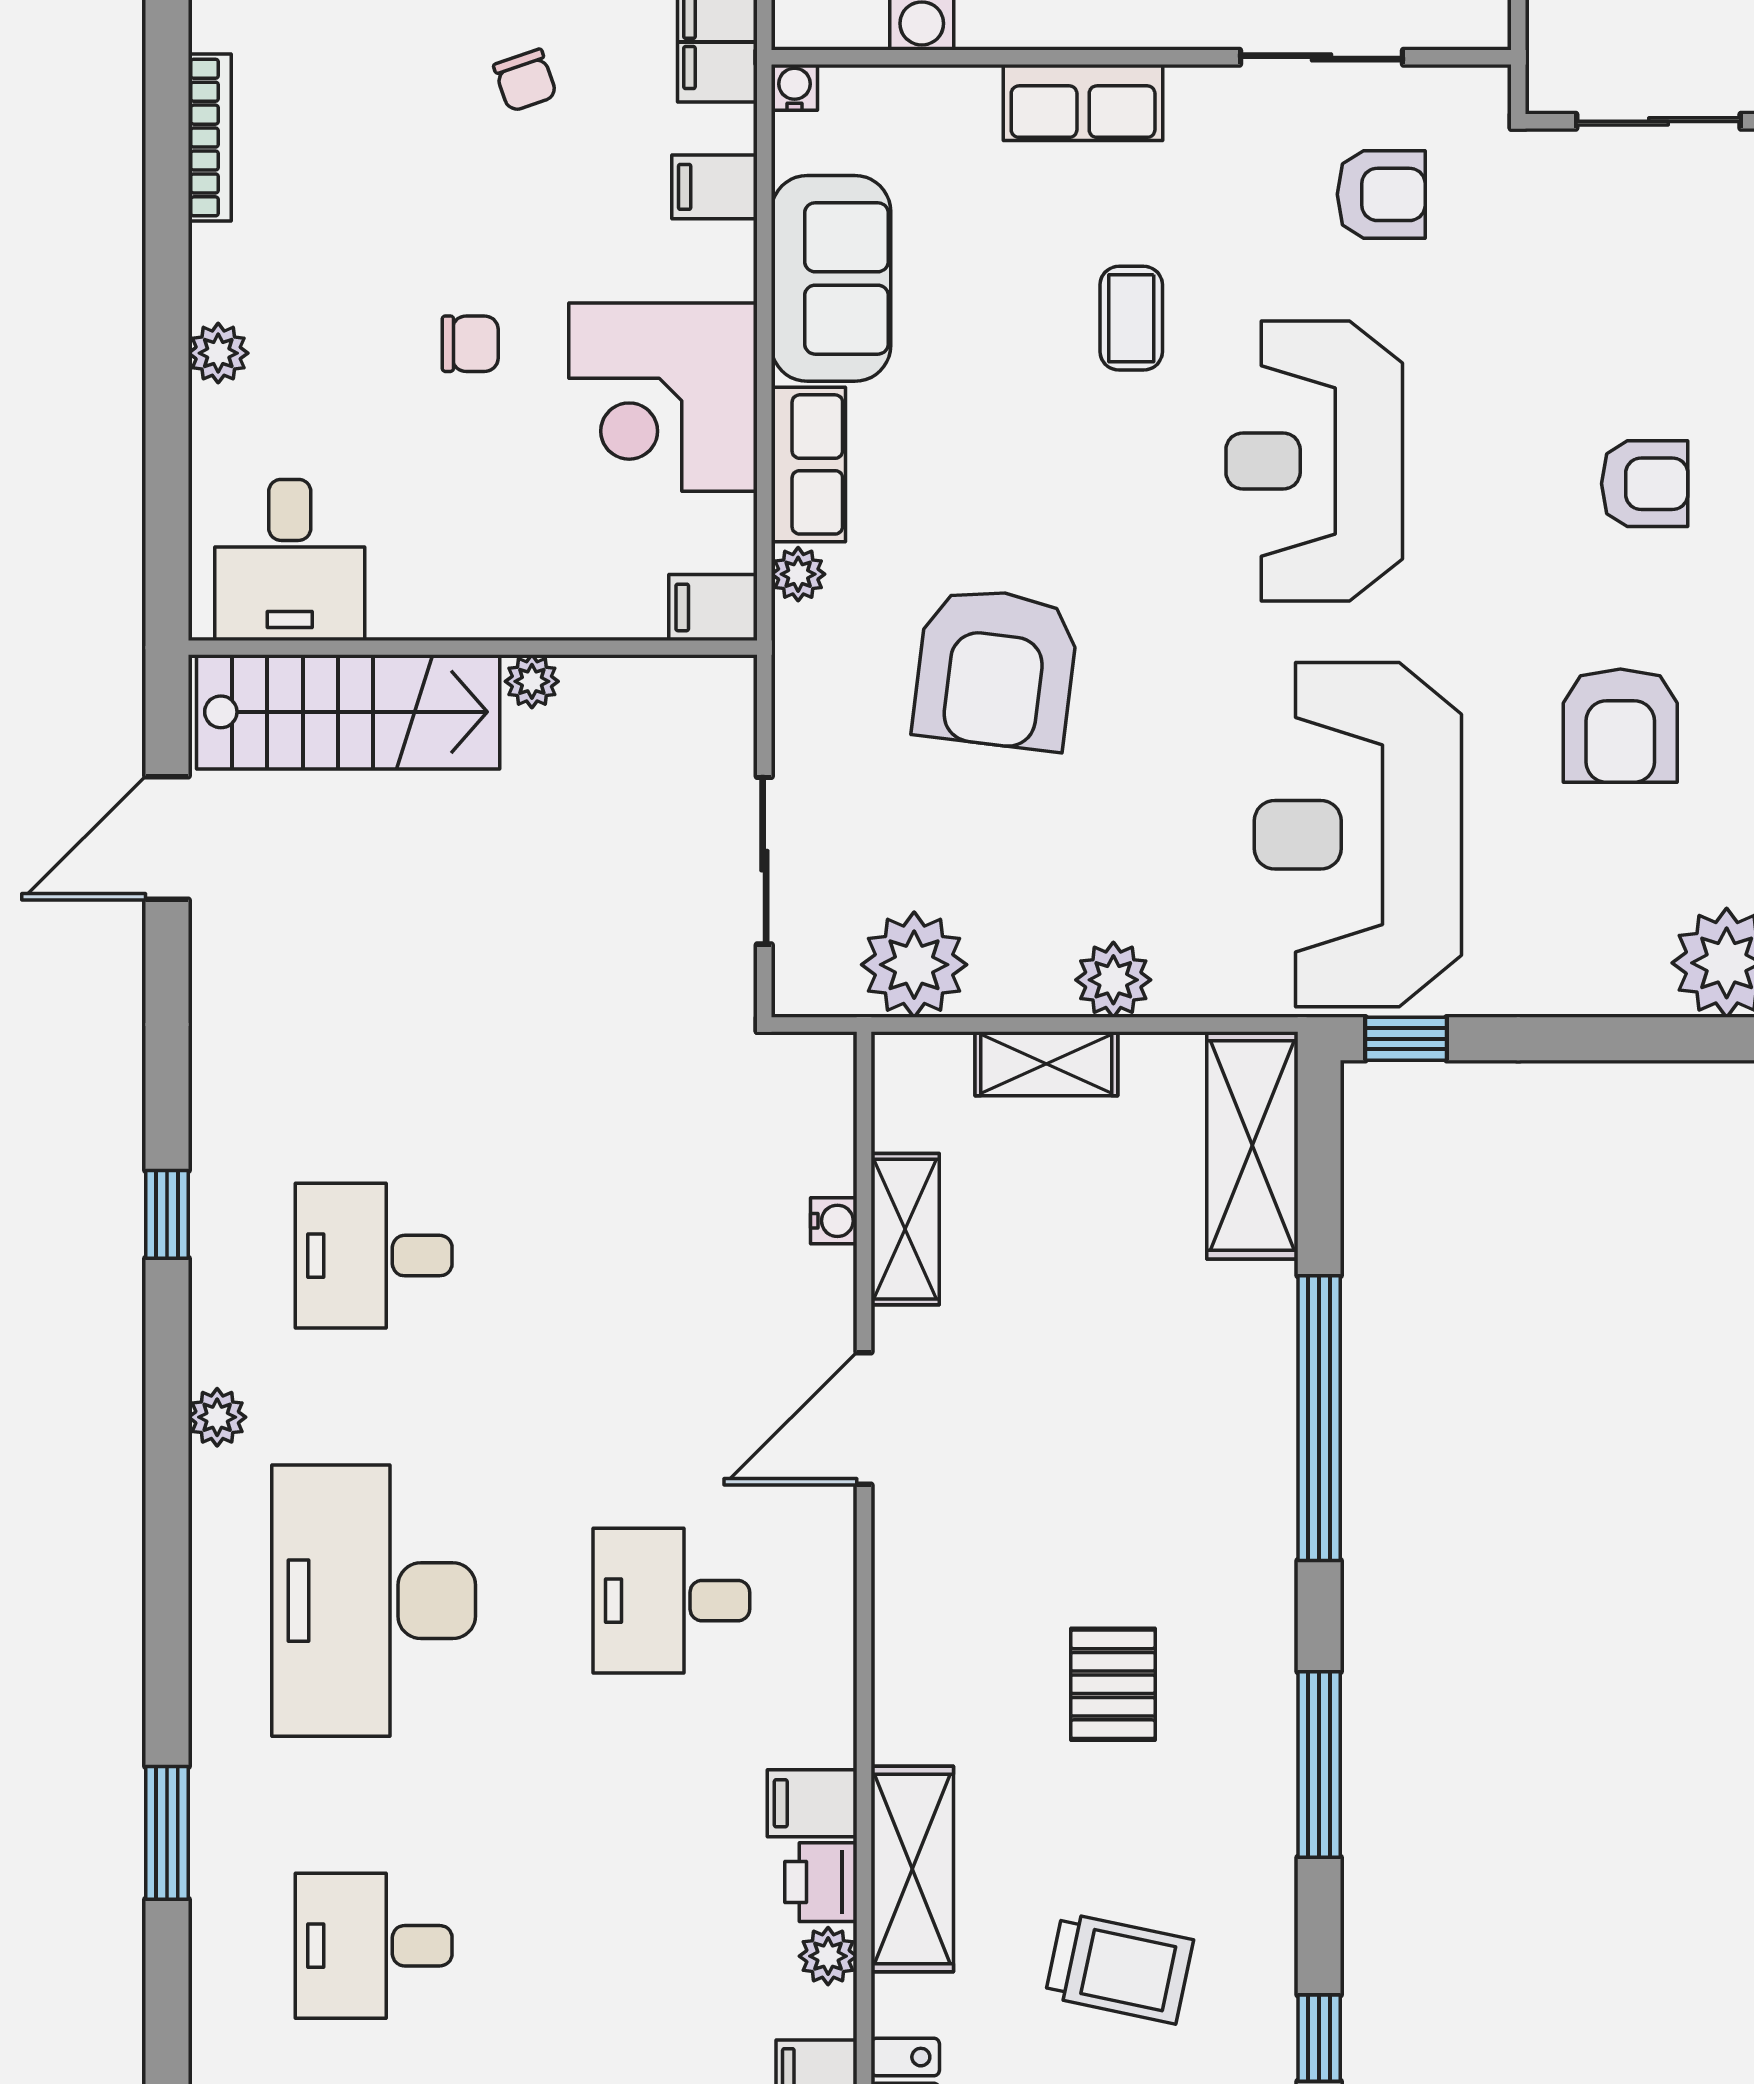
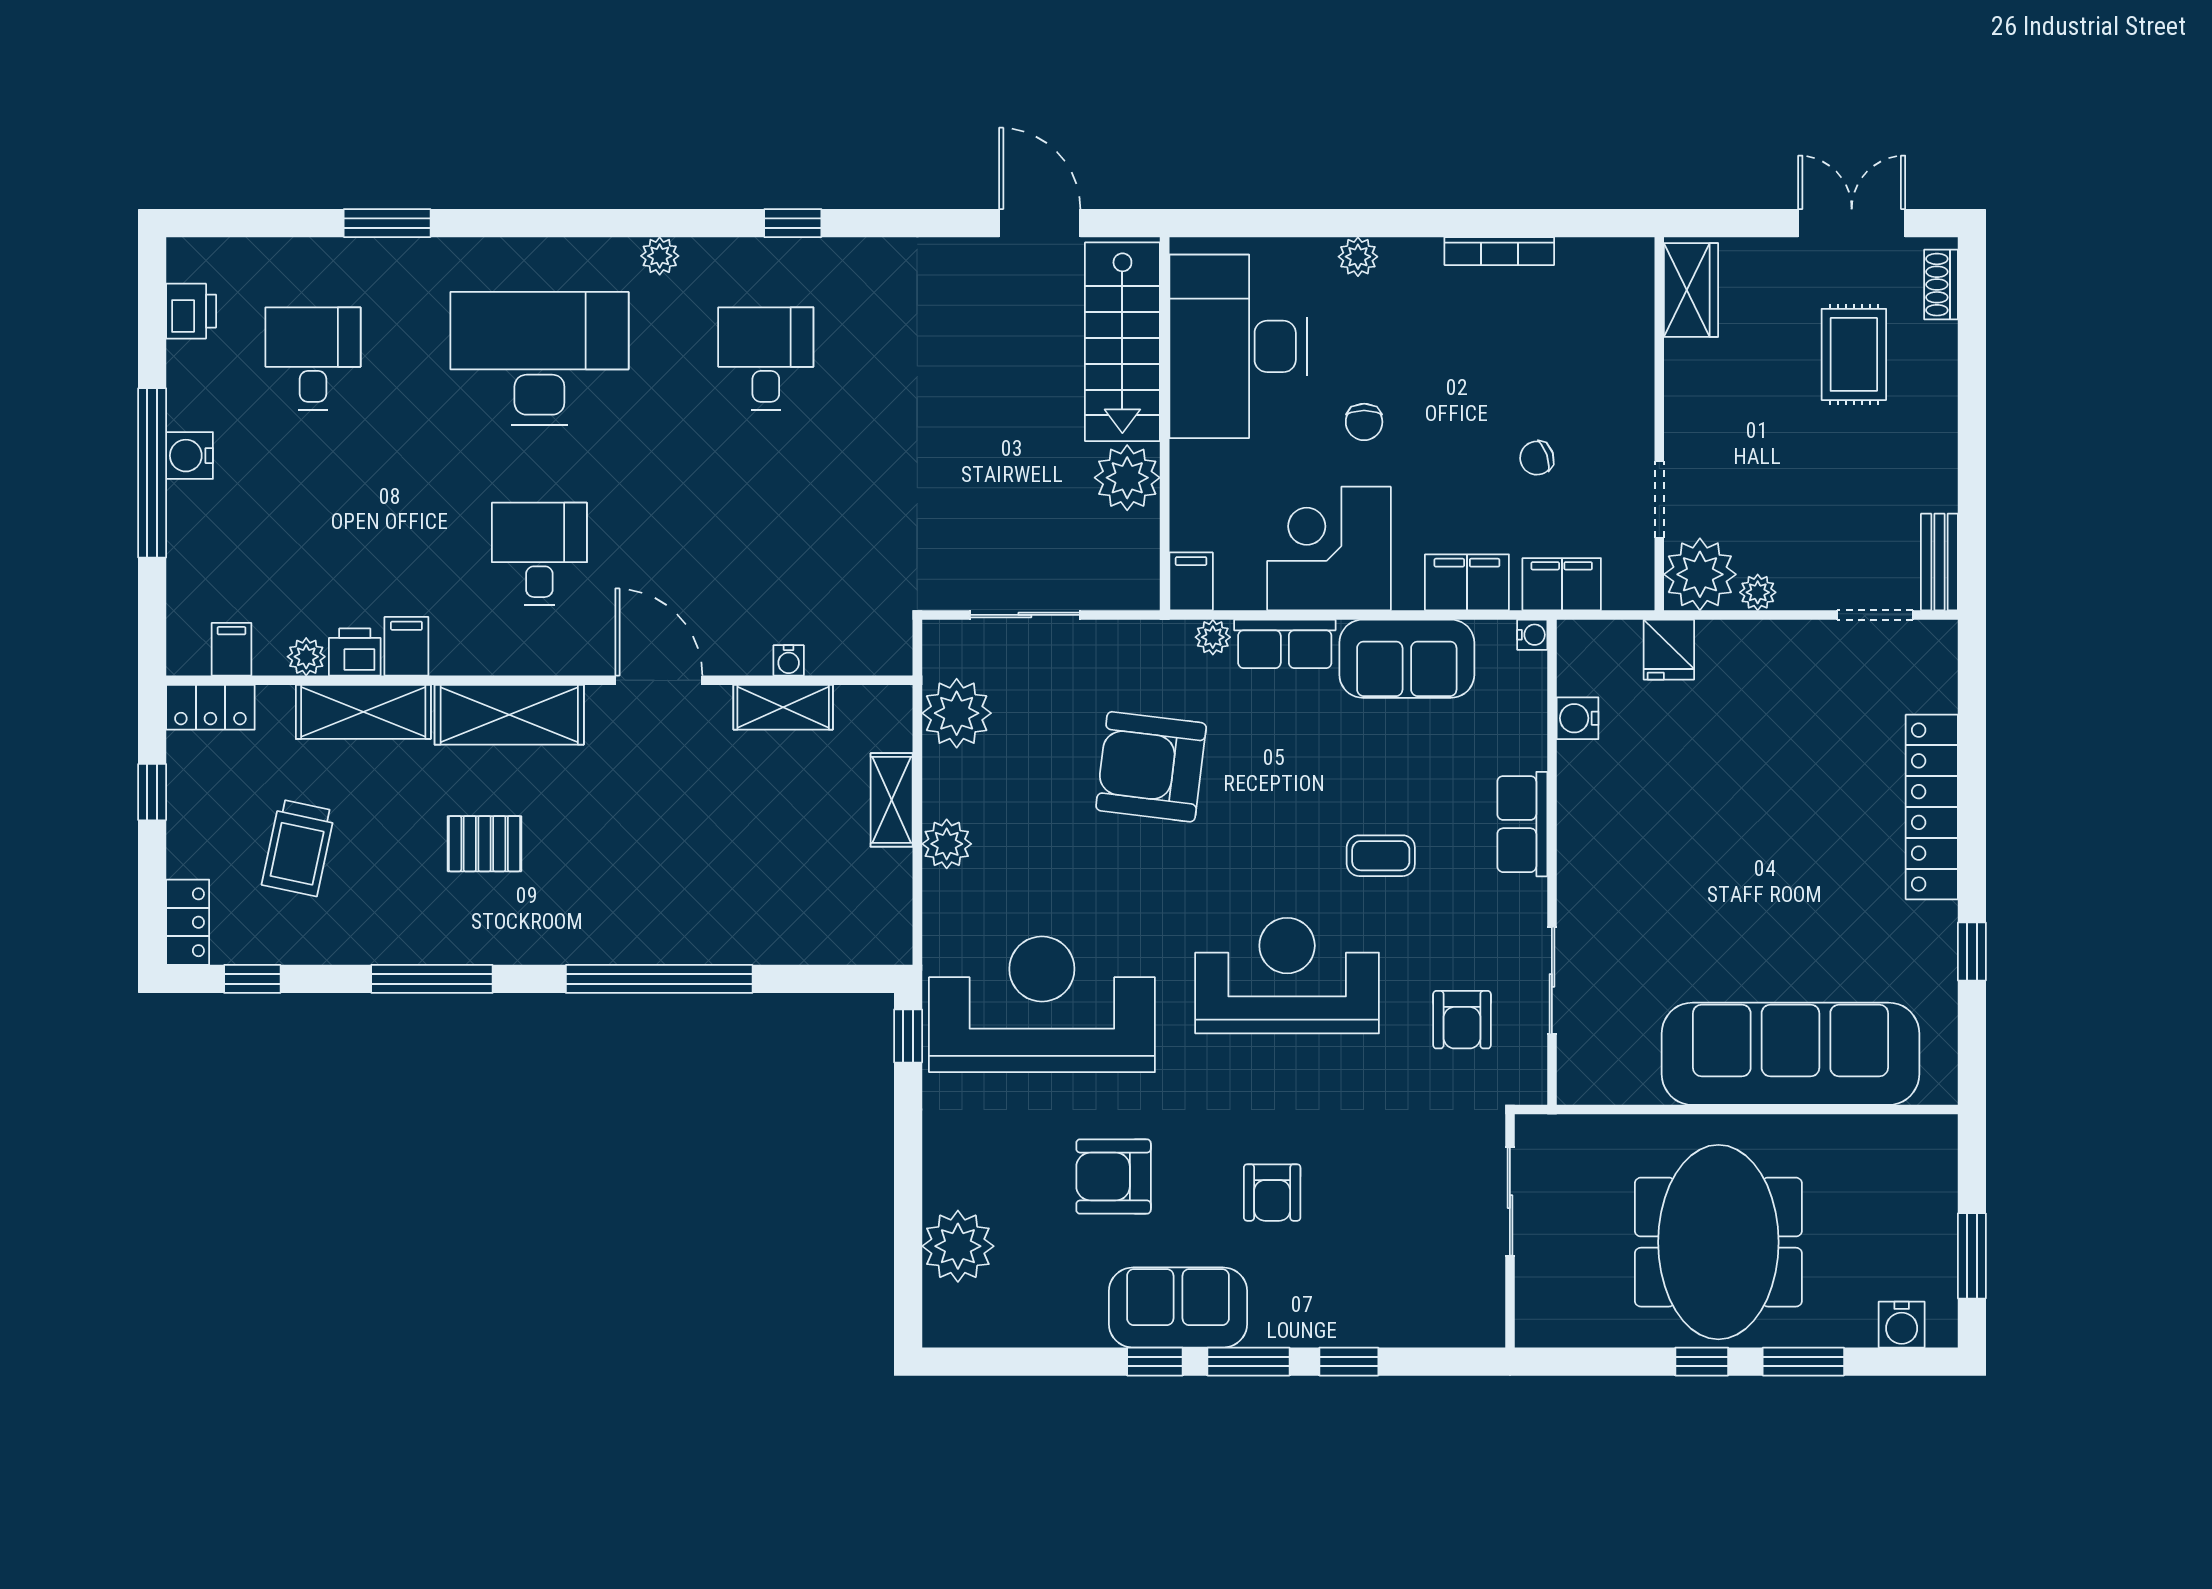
filing cabinet: (715, 187) -> (1467, 582), width x2.00
desk: (290, 560) -> (1238, 346), width x1.87, depth x1.30
plant: (532, 681) -> (1127, 478), width x1.87, depth x1.87
shelving: (1252, 1145) -> (509, 715), moved

